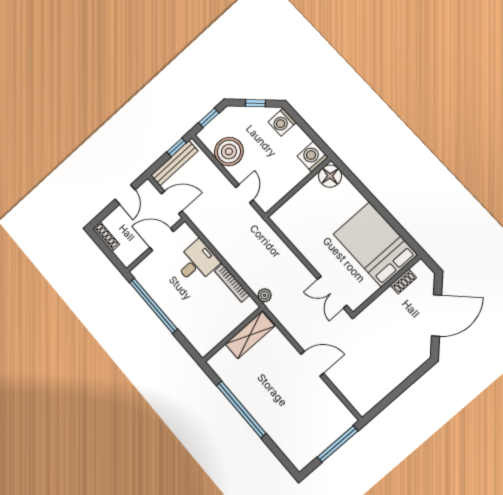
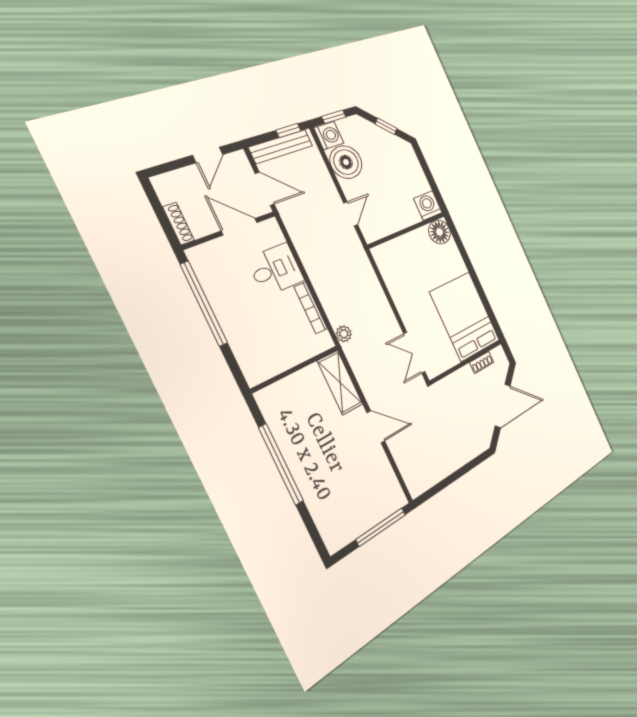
washing machine: (282, 122) -> (329, 136), moved, turned 180
shoe rack: (106, 237) -> (179, 224), moved
shelving: (250, 335) -> (340, 383), moved, turned 90

